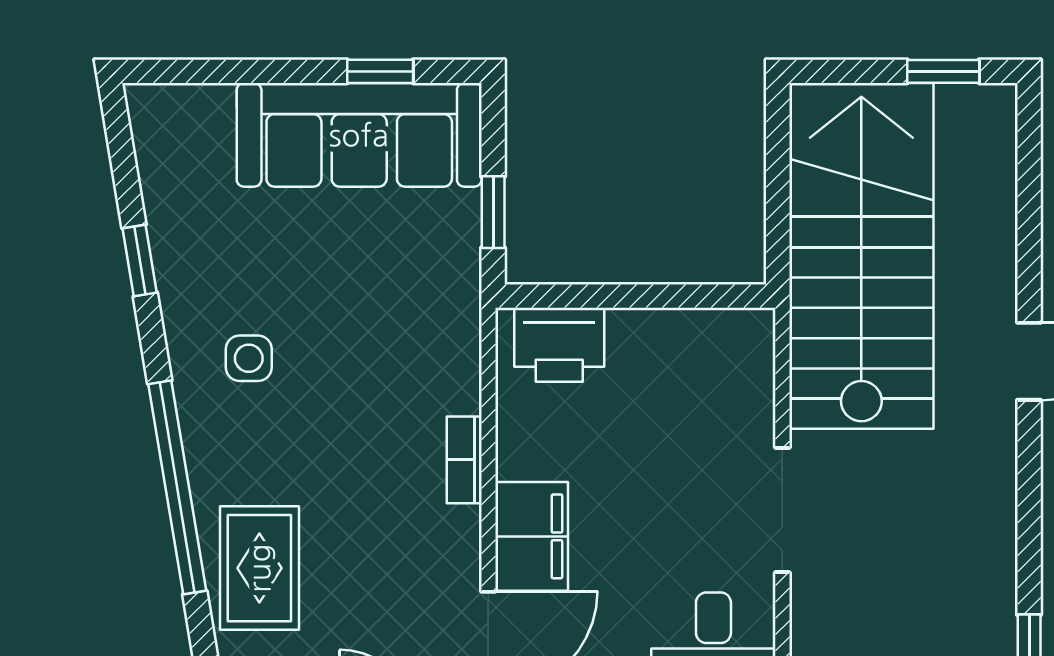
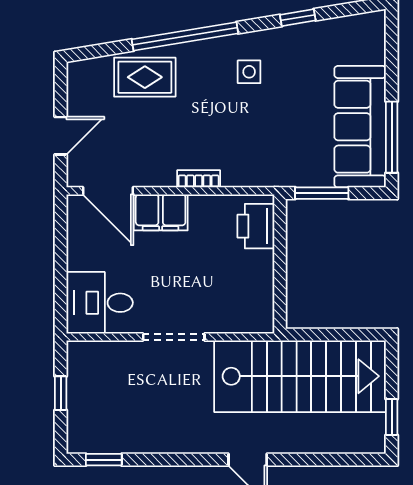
window: (380, 71) -> (392, 137), width x2.17
window: (493, 212) -> (322, 193), width x1.50

